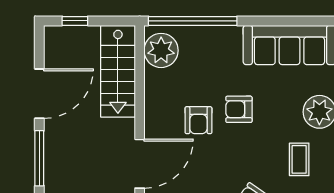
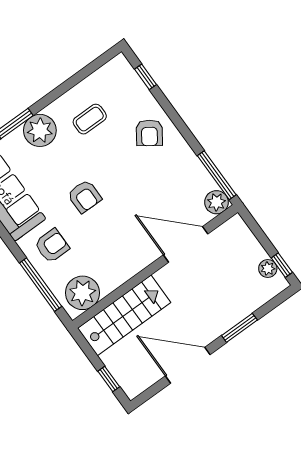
window: (193, 21) -> (41, 285), width x0.68
armchair: (198, 120) -> (52, 246), moved
window: (39, 158) -> (239, 328), width x0.69

